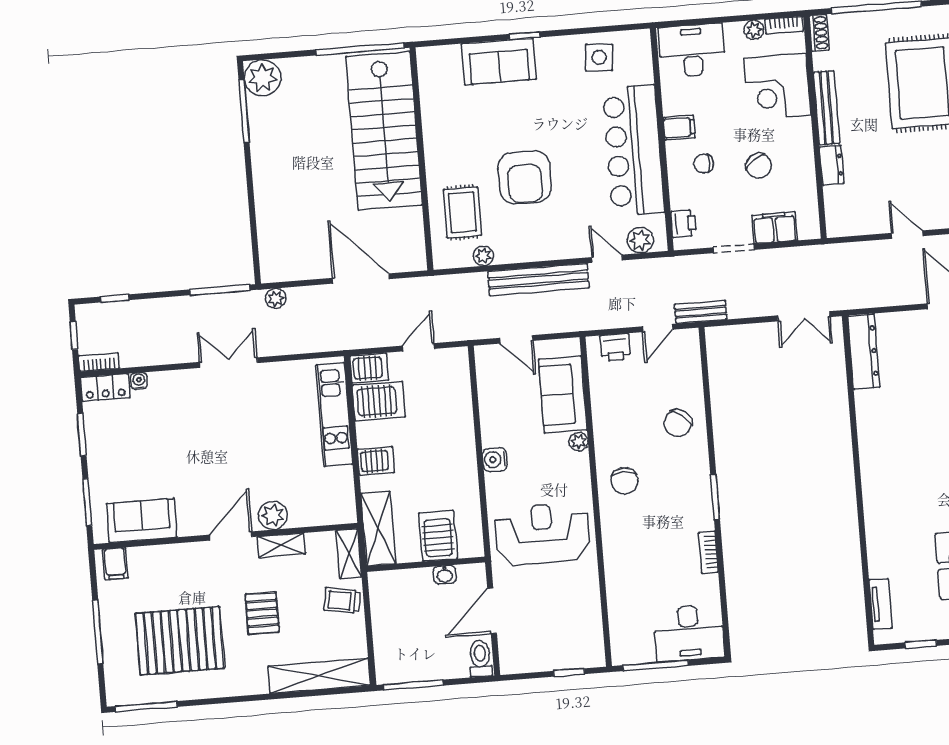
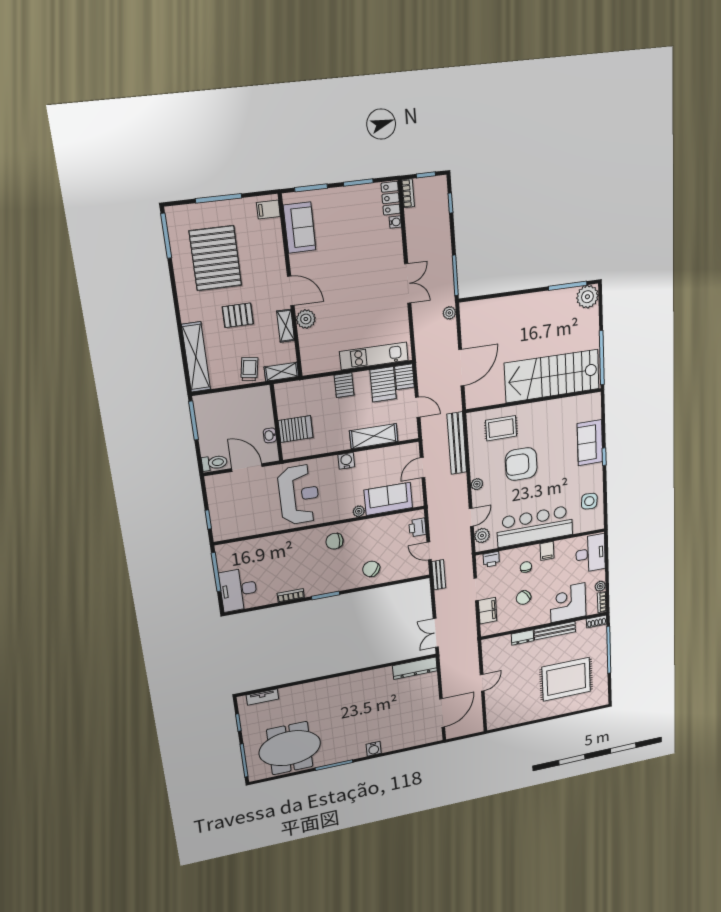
plant: (483, 256) -> (477, 484), moved
bench: (538, 280) -> (457, 443), moved
shelving: (378, 529) -> (374, 436), moved

